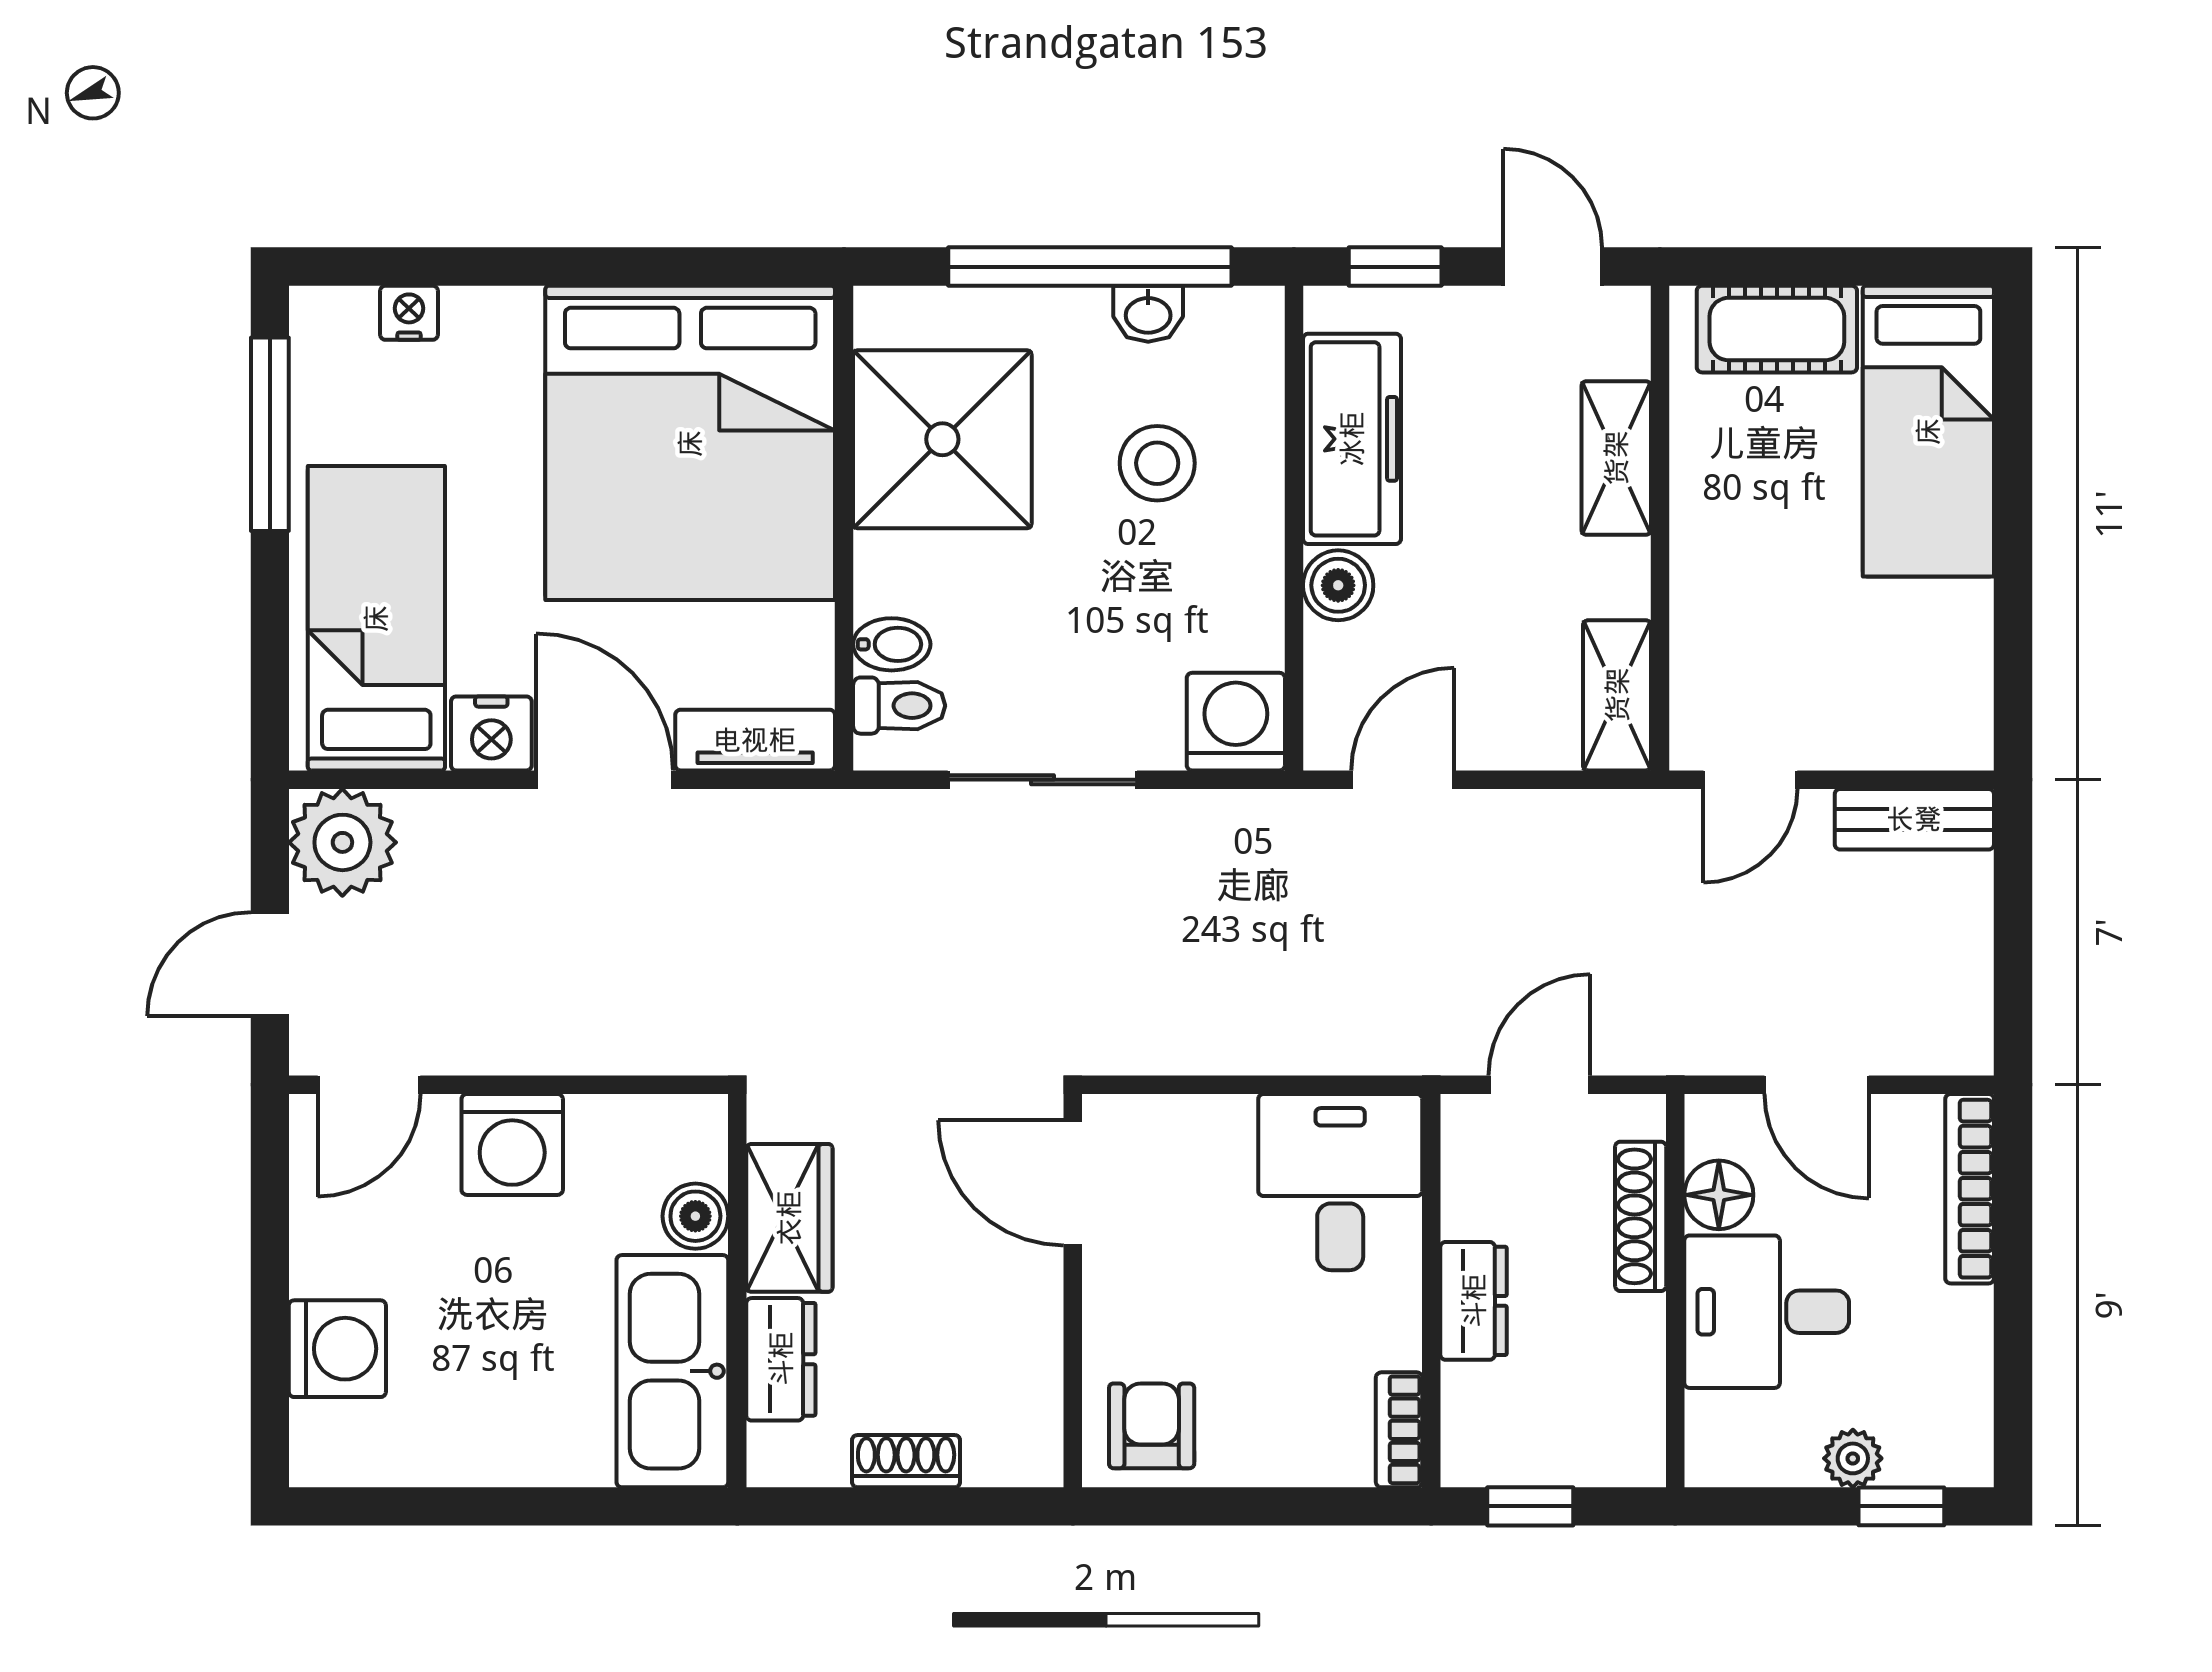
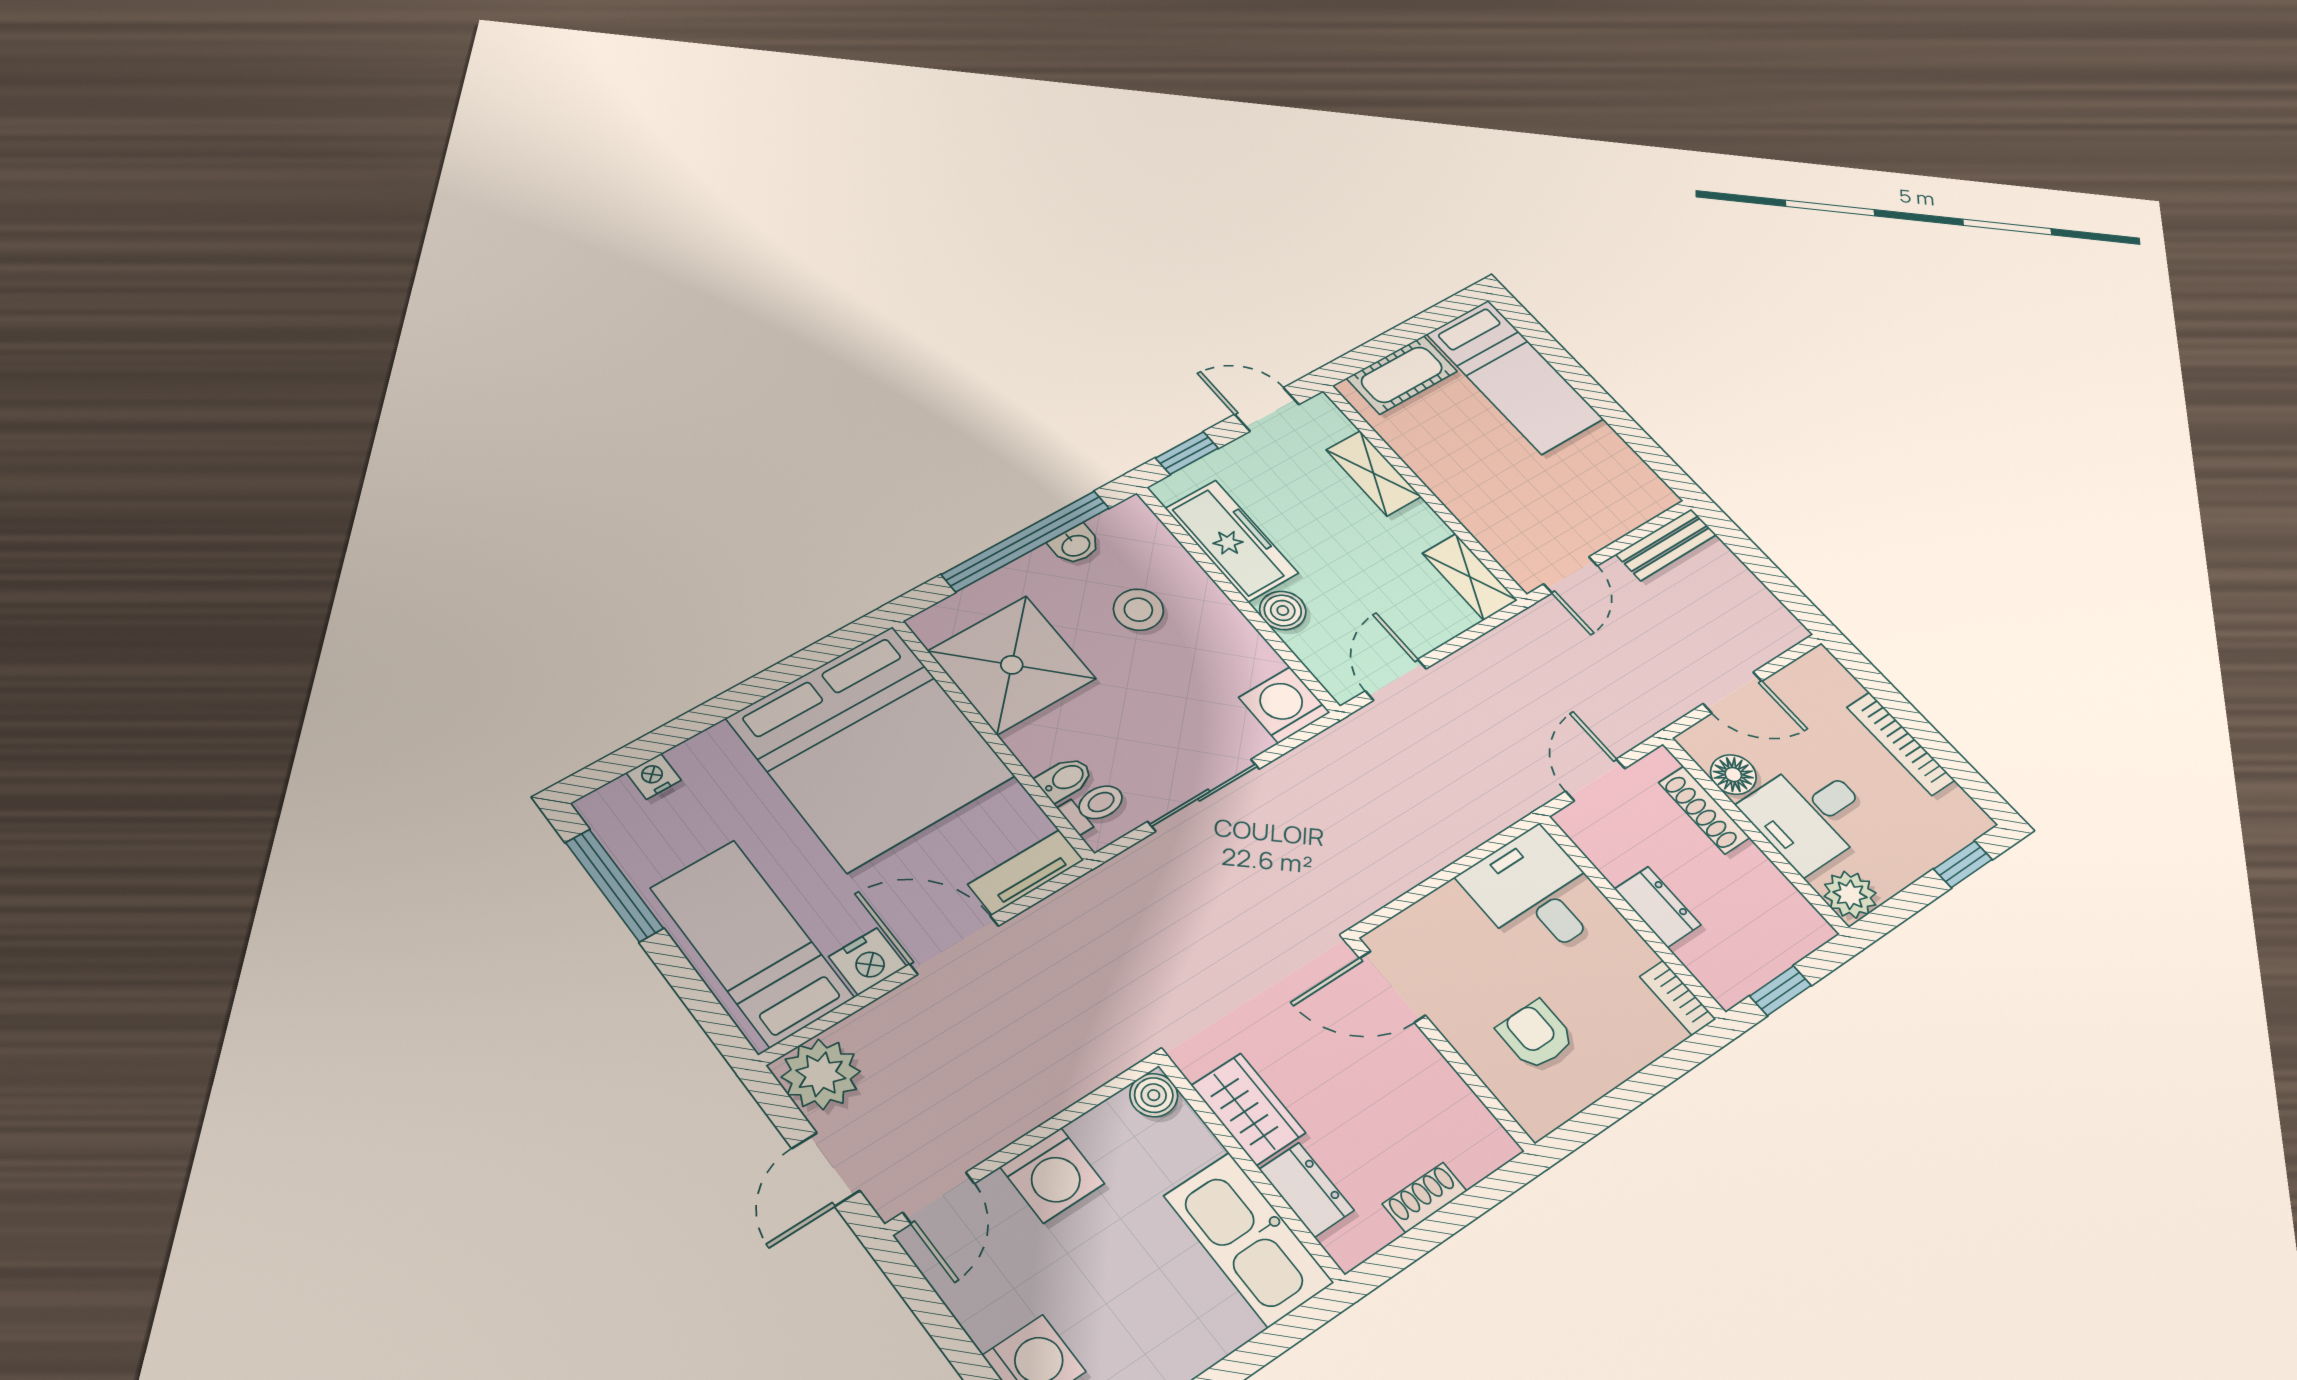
bookcase: (1970, 1189) -> (1900, 744), moved
boiler: (695, 1216) -> (1154, 1095), moved
armchair: (1152, 1426) -> (1536, 1035), moved
plant: (1853, 1458) -> (1850, 895), moved, width x1.38, depth x1.38

